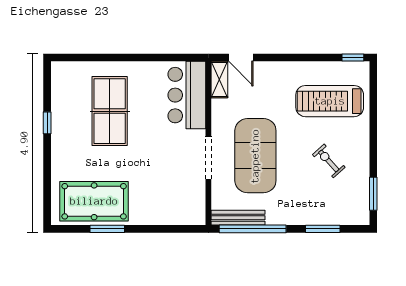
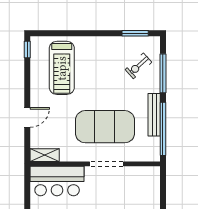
door: (241, 58) -> (27, 117), moved
exercise bike: (329, 161) -> (138, 66), moved
bench: (238, 218) -> (154, 115), moved
window: (323, 229) -> (163, 73), width x1.44

